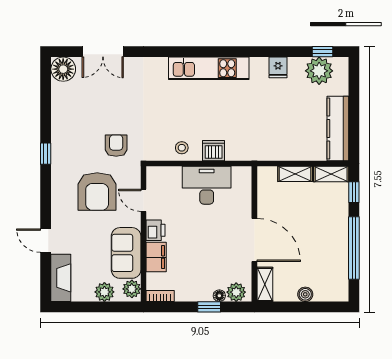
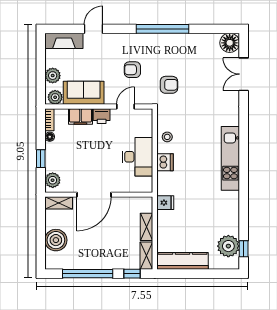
fridge: (278, 67) -> (165, 203), moved, turned 180
window: (46, 154) -> (162, 29), width x3.17
armchair: (97, 192) -> (132, 70), width x0.53, depth x0.53
boiler: (305, 294) -> (56, 240), width x1.86, depth x1.86
floor lamp: (219, 296) -> (50, 137), moved

